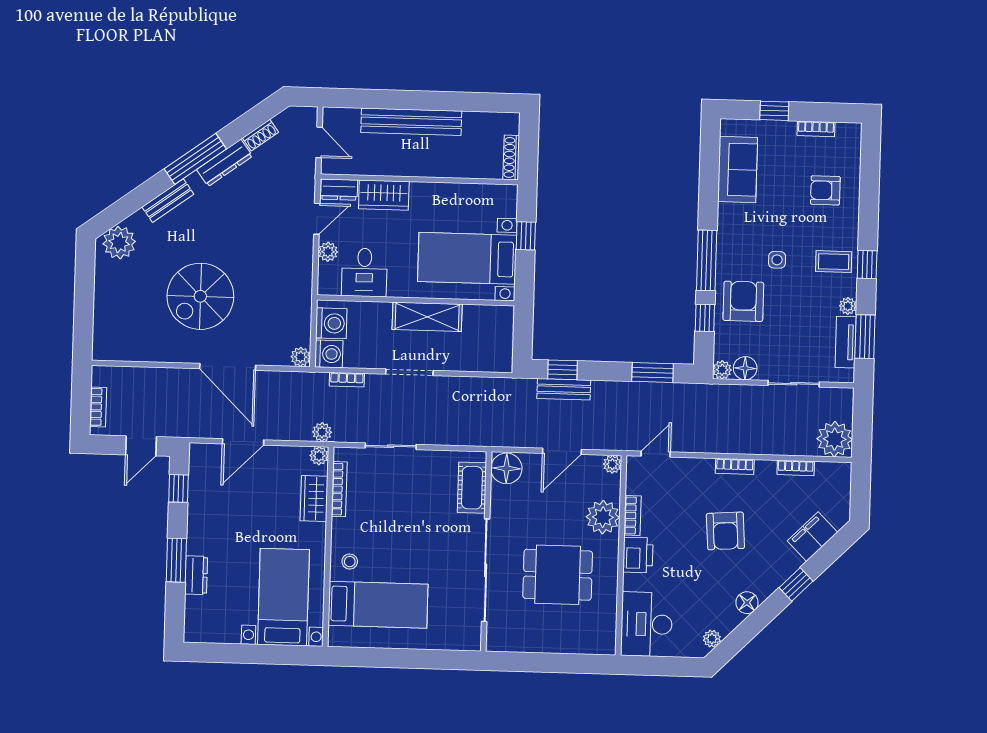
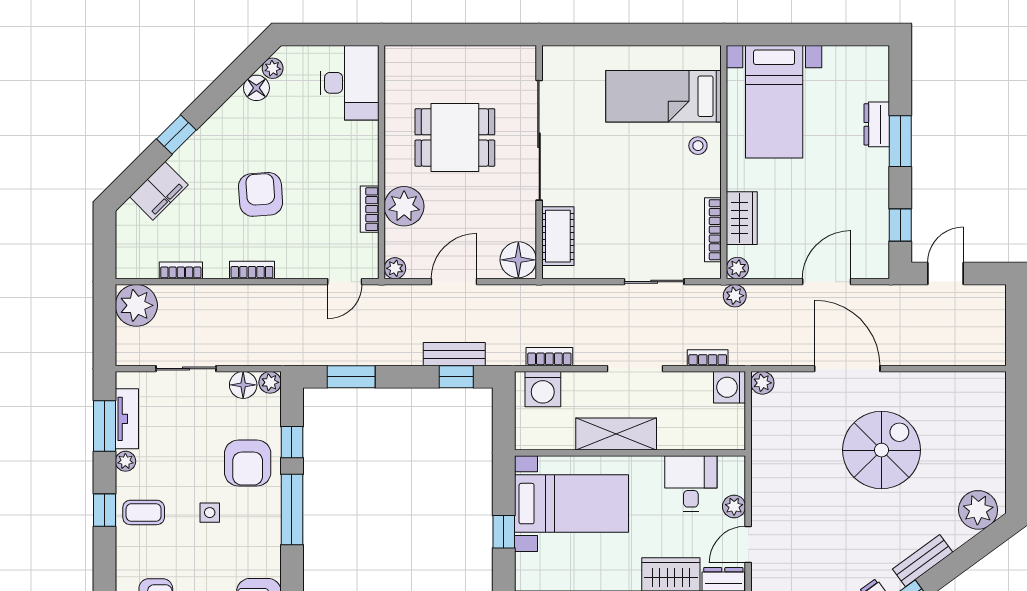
washing machine: (331, 323) -> (543, 389), moved, turned -90
bookcase: (98, 407) -> (549, 357), moved, turned 90
printer: (638, 555) -> (362, 163), removed
floor lamp: (747, 603) -> (256, 88), moved

